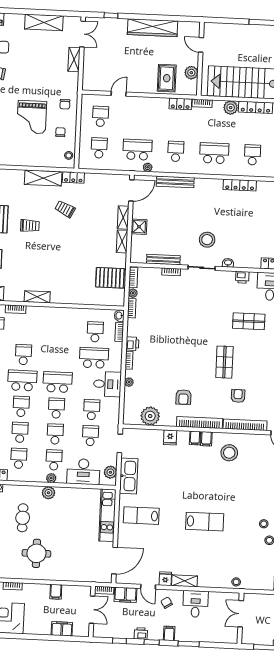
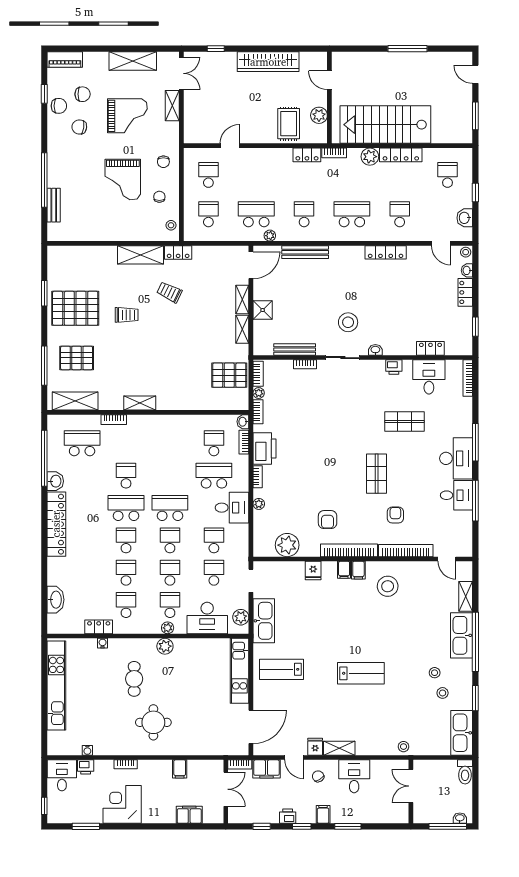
grand piano: (38, 66) -> (127, 116), added
printer: (132, 344) -> (265, 449), width x1.87, depth x1.48

